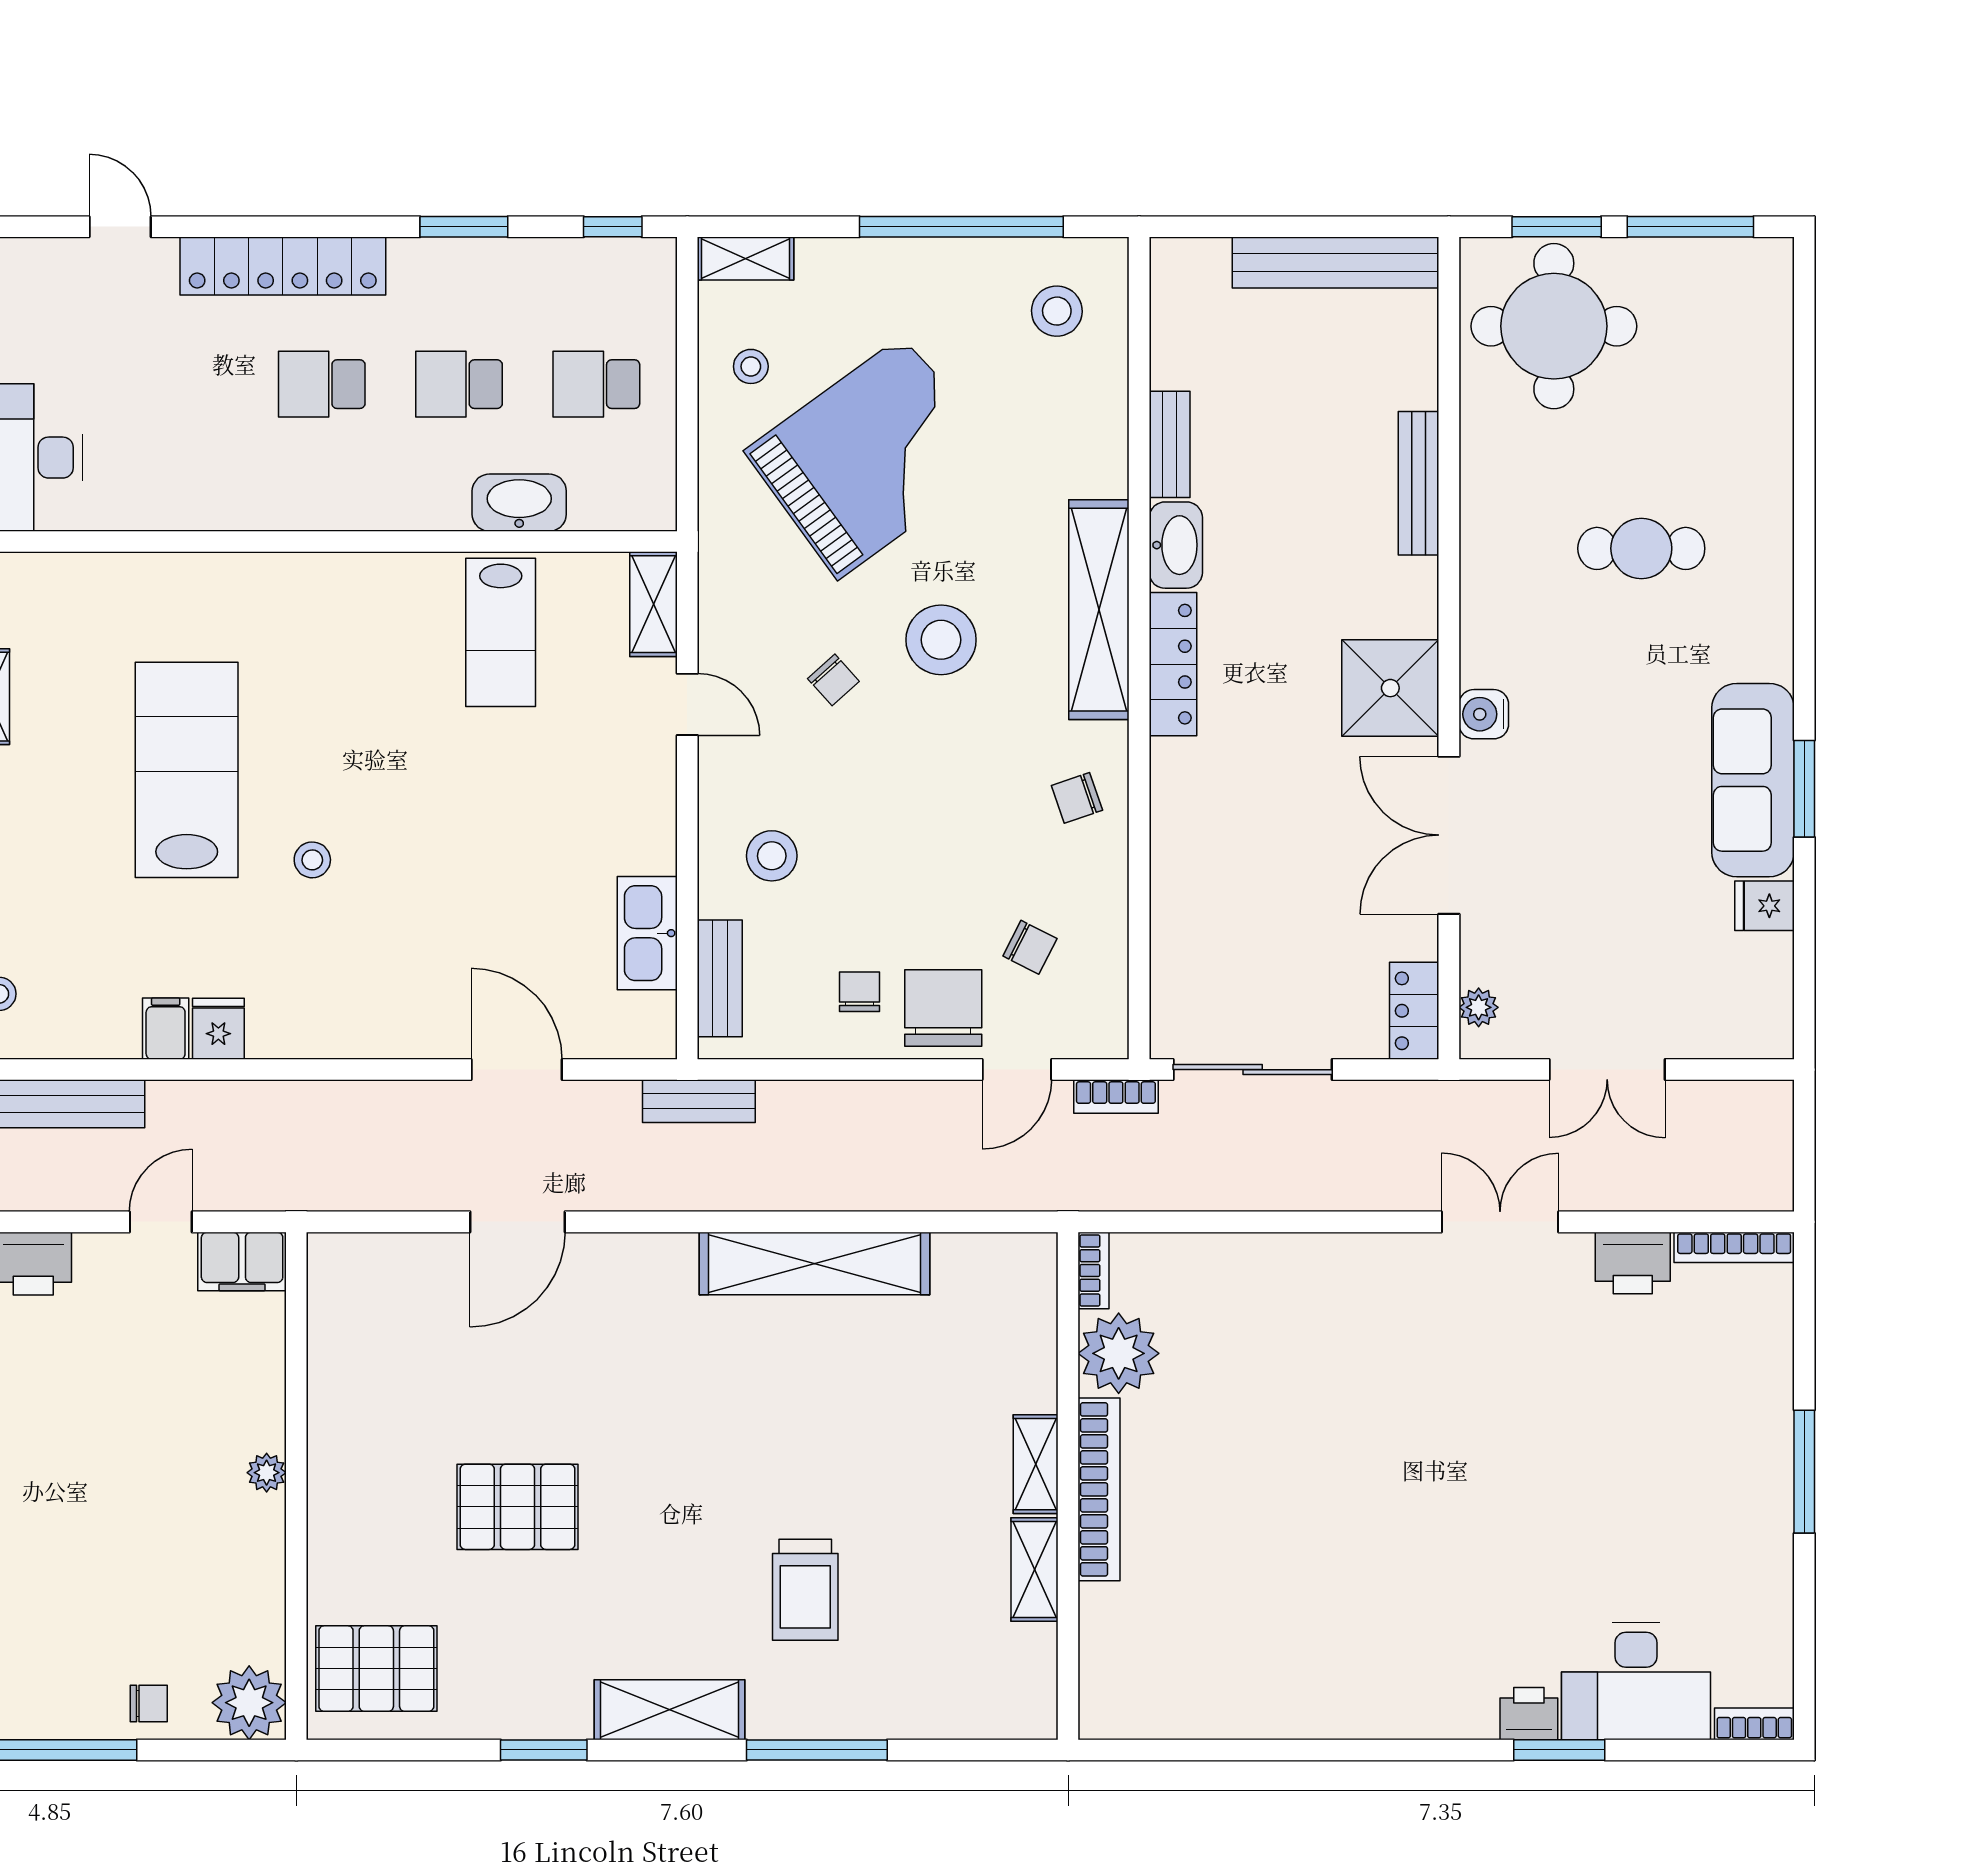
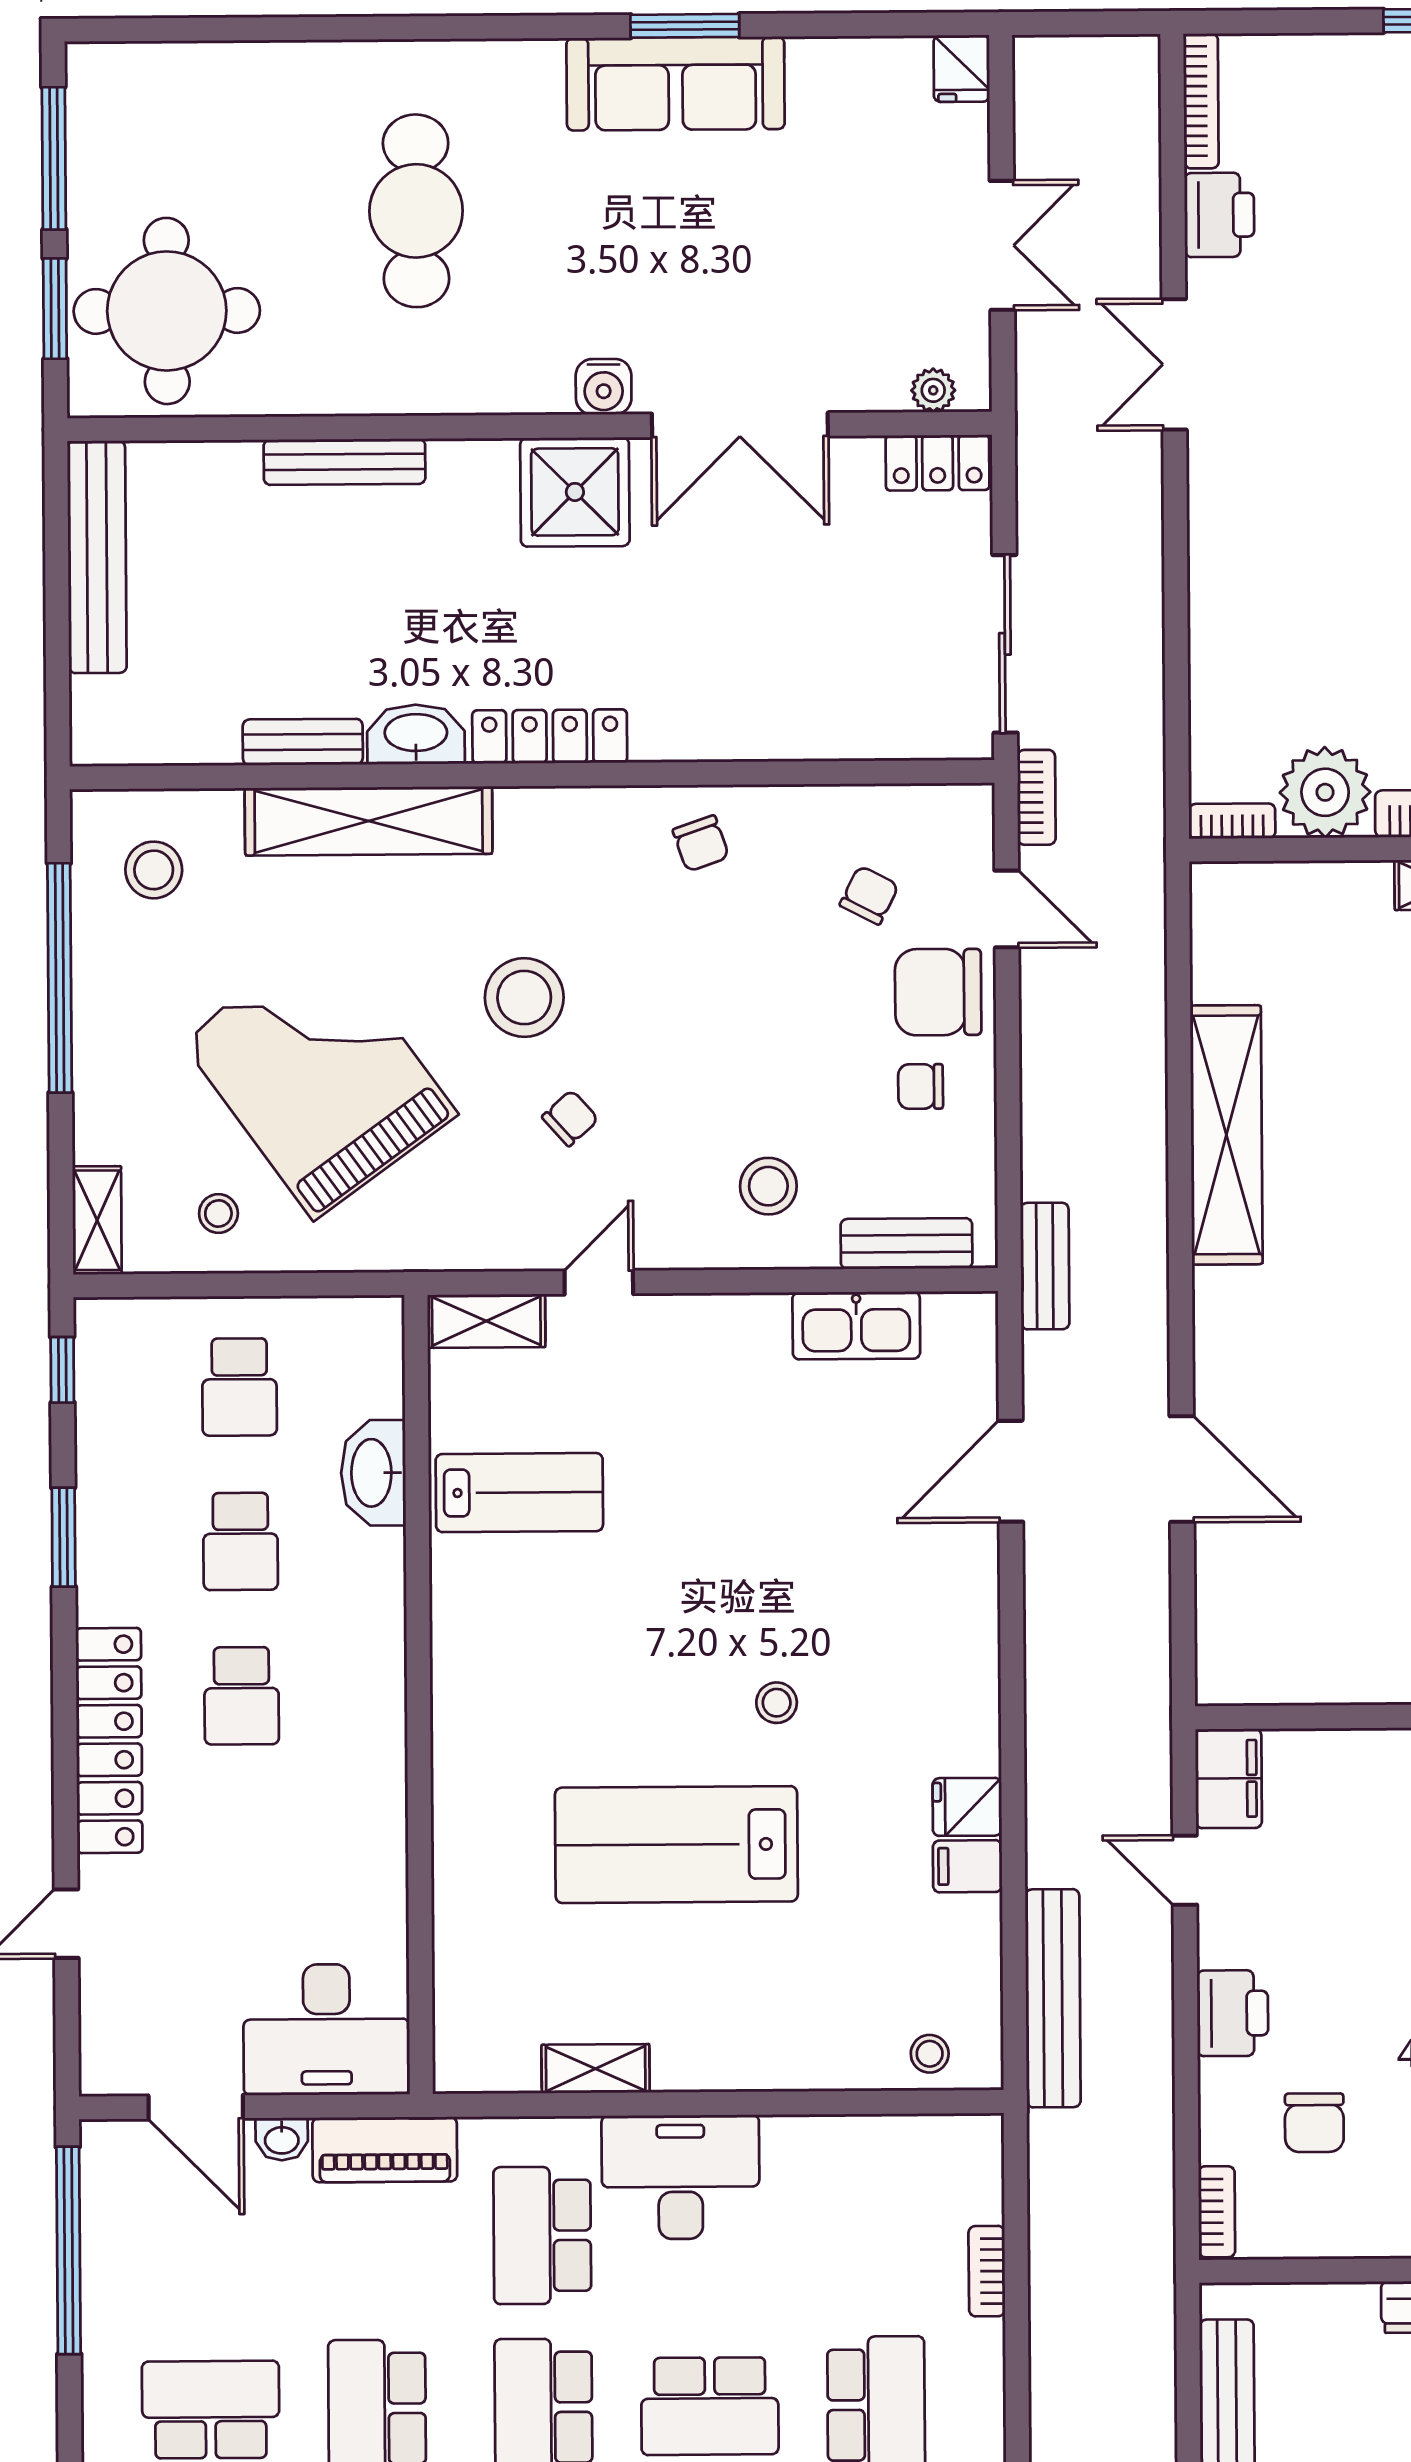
cafe table: (1641, 548) -> (416, 211), width x1.37, depth x1.35
shelving: (1099, 610) -> (369, 821), moved
fridge: (1765, 906) -> (962, 69), moved

